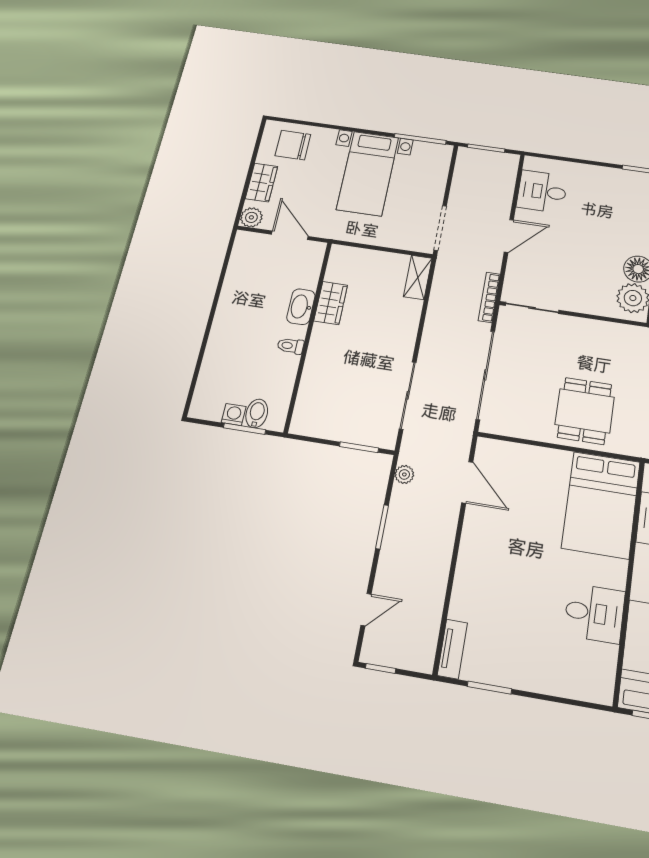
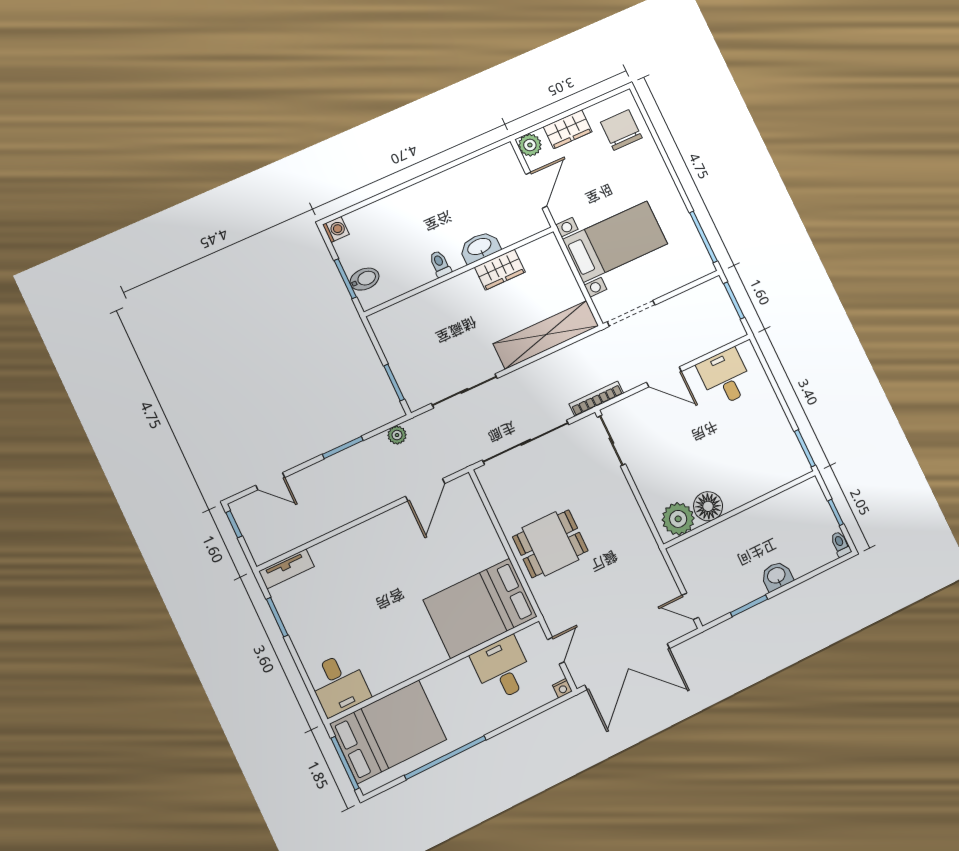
bed with nightstands: (368, 173) -> (615, 242), moved, turned 180
shelving: (418, 277) -> (546, 335), width x2.20, depth x1.33
washing machine: (234, 415) -> (336, 229), moved
desk: (594, 613) -> (339, 684), moved

